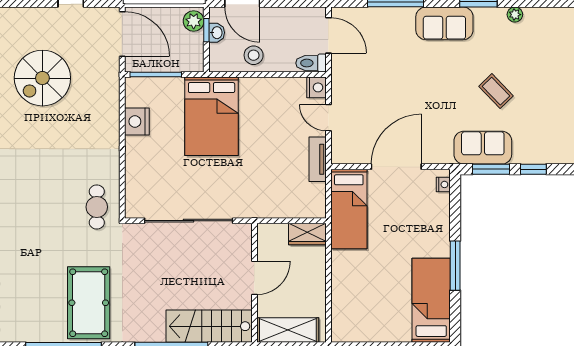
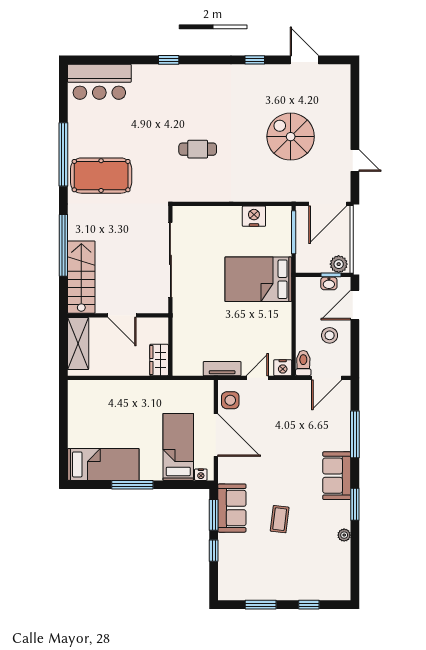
stool: (254, 55) -> (330, 335), moved
coffee table: (496, 91) -> (280, 519), turned -39
side table: (355, 150) -> (230, 400), added
cafe table: (97, 207) -> (198, 149), moved
bed: (349, 209) -> (178, 447), moved, turned 90

